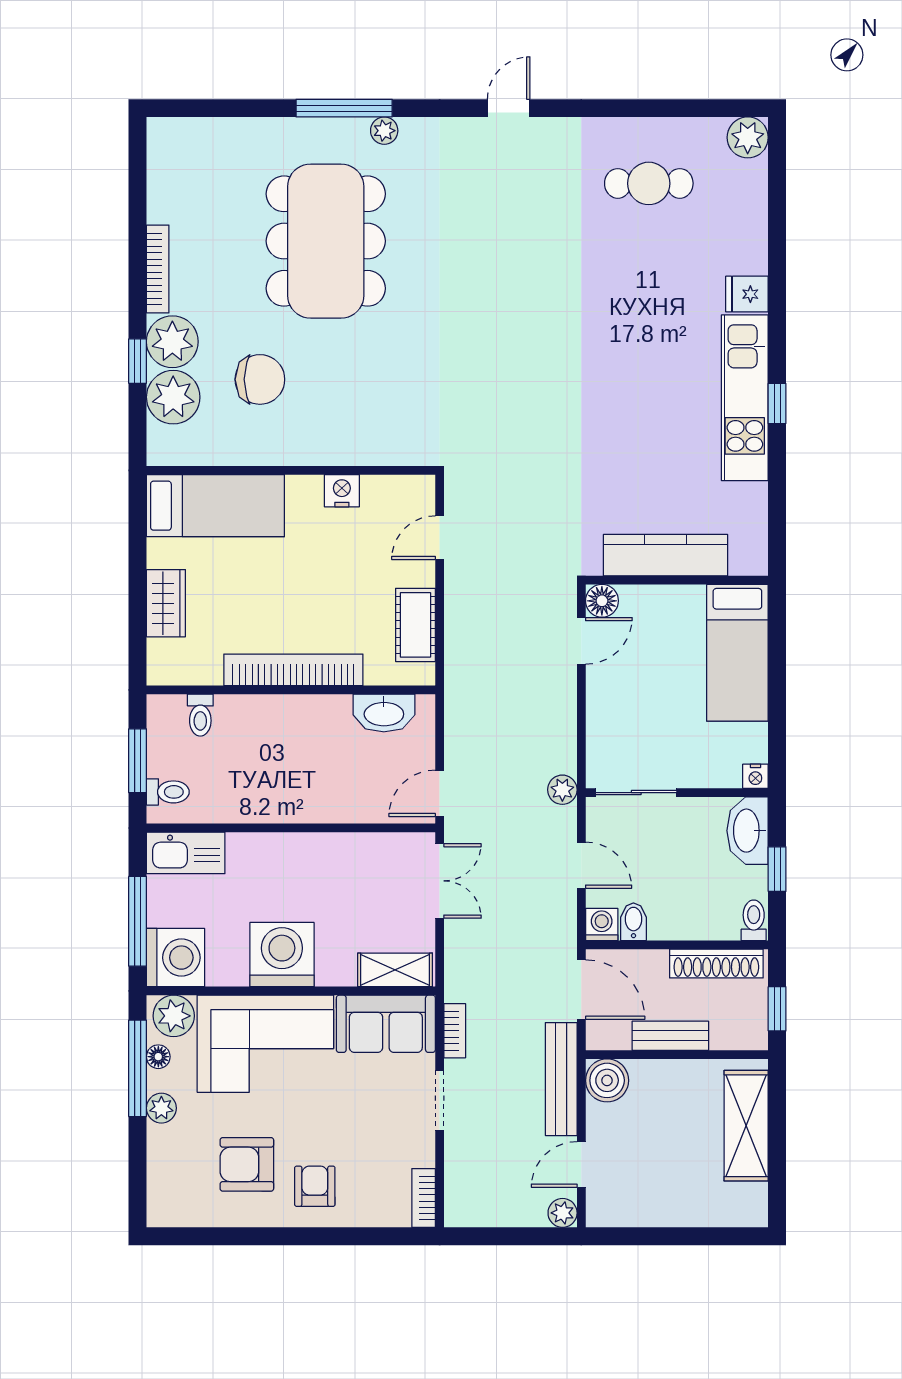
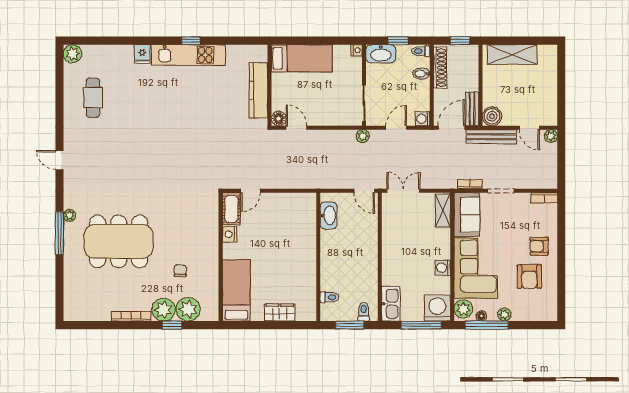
chair: (260, 379) -> (180, 271), width x0.54, depth x0.54
door: (440, 538) -> (251, 191), hinge flipped
cot: (415, 625) -> (231, 209), moved, turned 90
bookcase: (293, 670) -> (309, 256), removed
bidet: (633, 922) -> (421, 74), moved
washing machine: (282, 955) -> (443, 268), width x0.53, depth x0.53
bench: (670, 1036) -> (472, 109), moved

